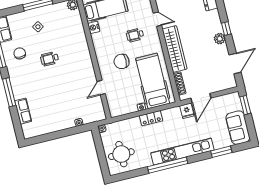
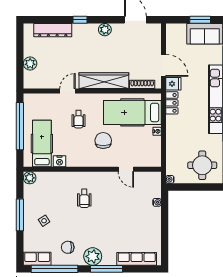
window: (226, 29) -> (80, 20), moved
wheelchair: (50, 59) -> (84, 198), moved
chair: (122, 61) -> (103, 141), turned 180
plant: (17, 77) -> (93, 256), added
window: (245, 105) -> (200, 20), moved
row of seats: (23, 111) -> (137, 259), width x1.48
locker: (151, 118) -> (172, 103), moved

